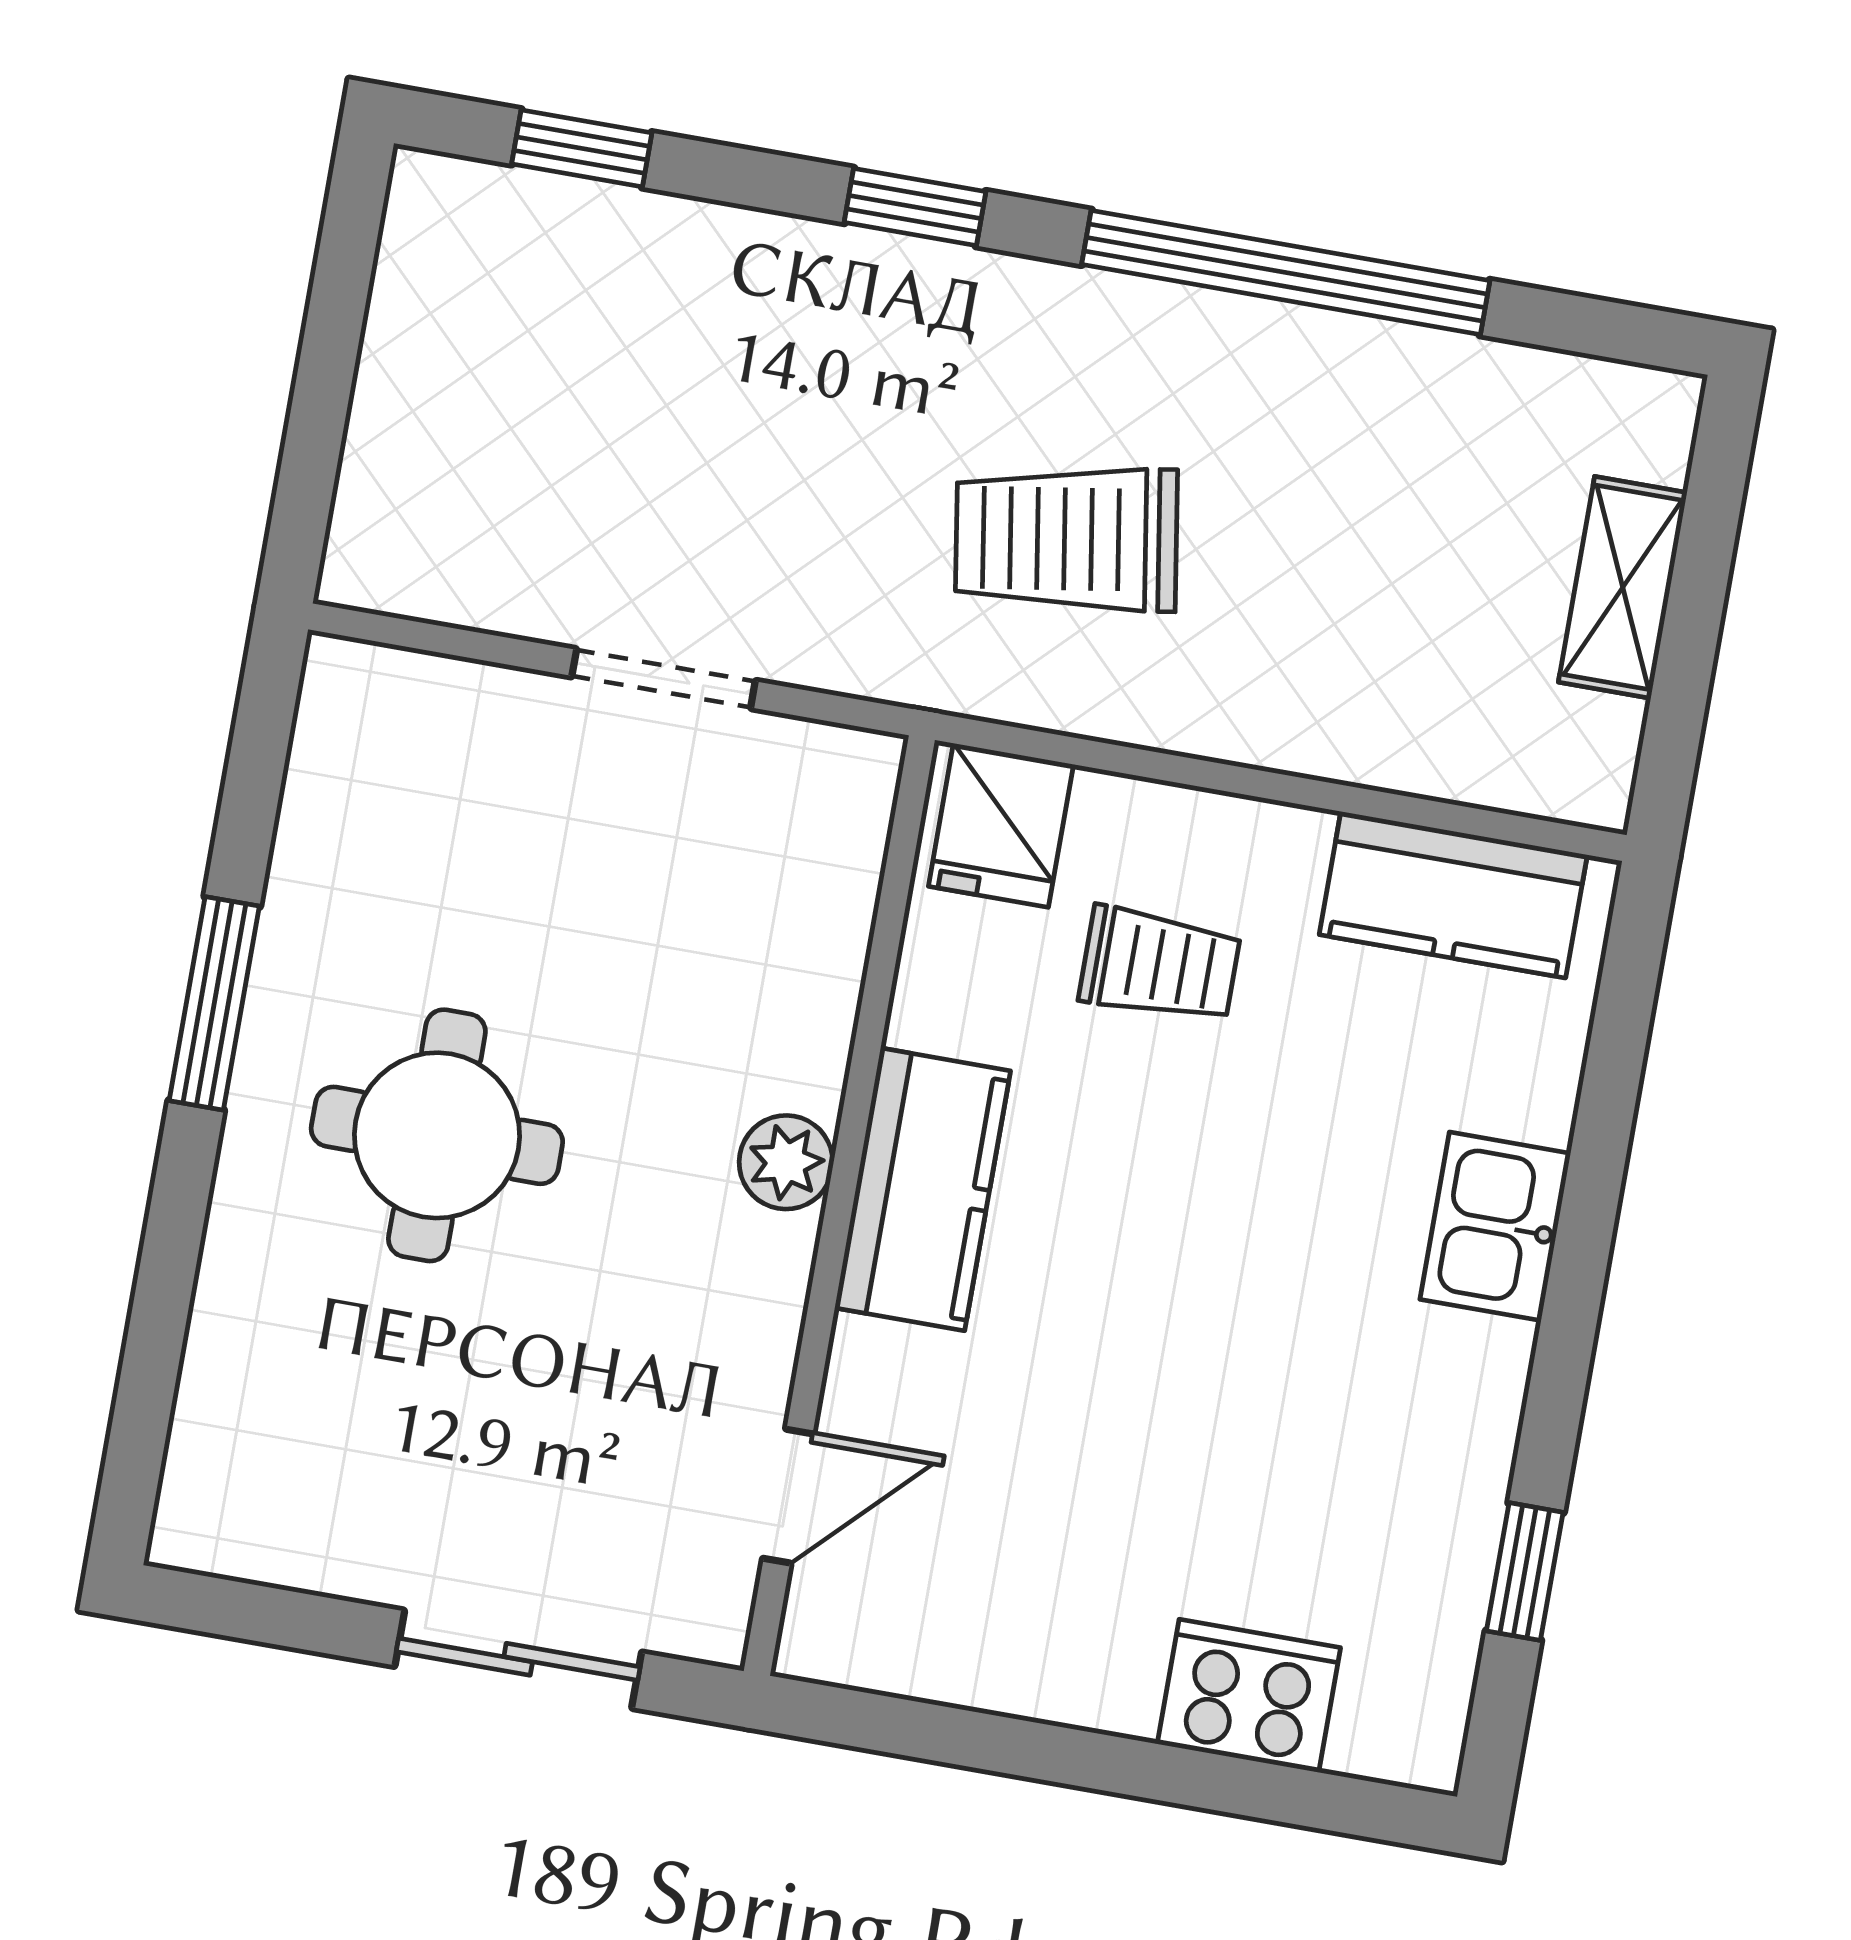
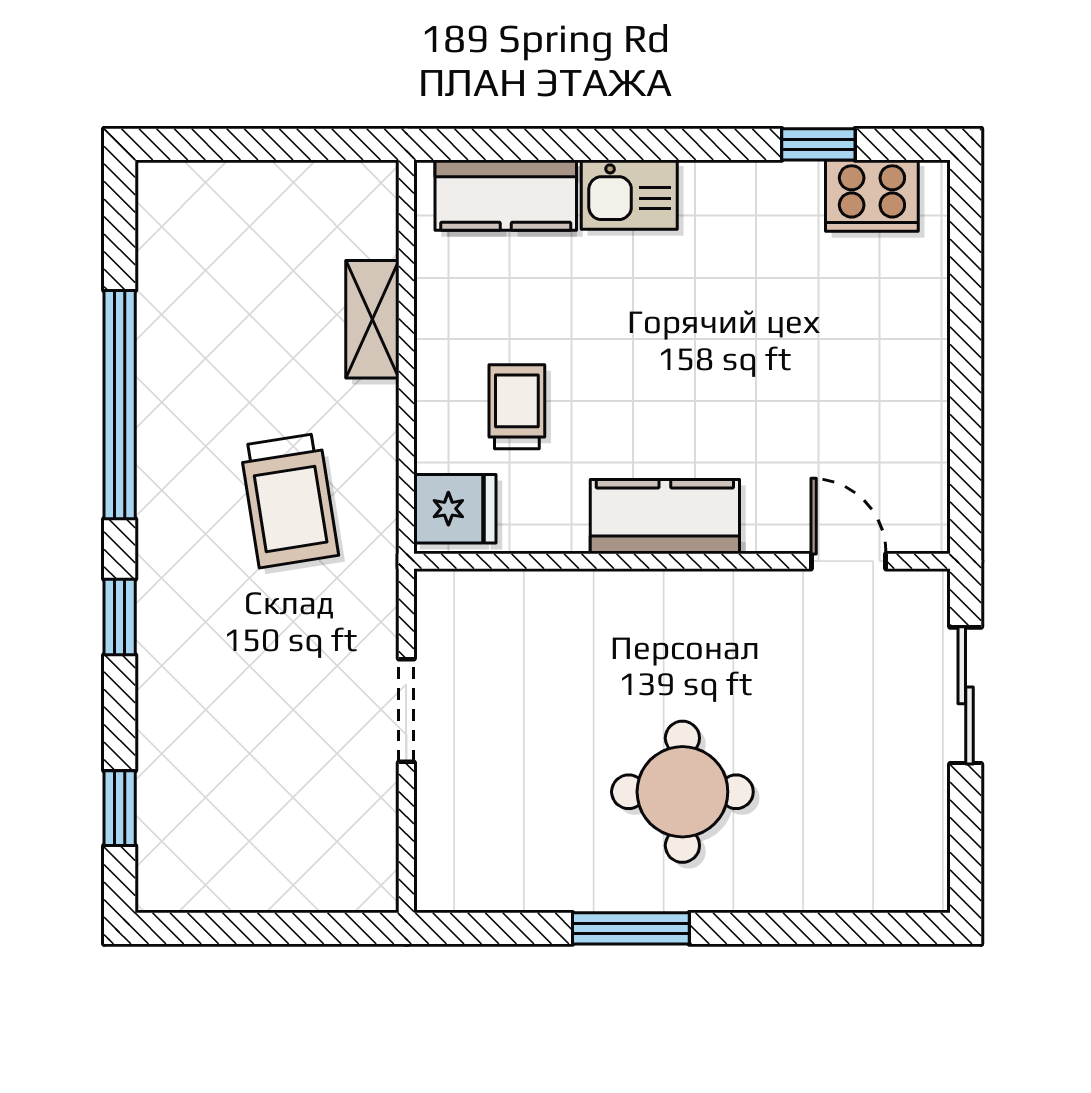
shelving: (1623, 587) -> (372, 319), moved, turned 90
kitchen counter: (1453, 895) -> (506, 195), moved, turned 90
plant: (786, 1162) -> (663, 595), removed
cooker: (1249, 1696) -> (872, 196), moved, turned -90

